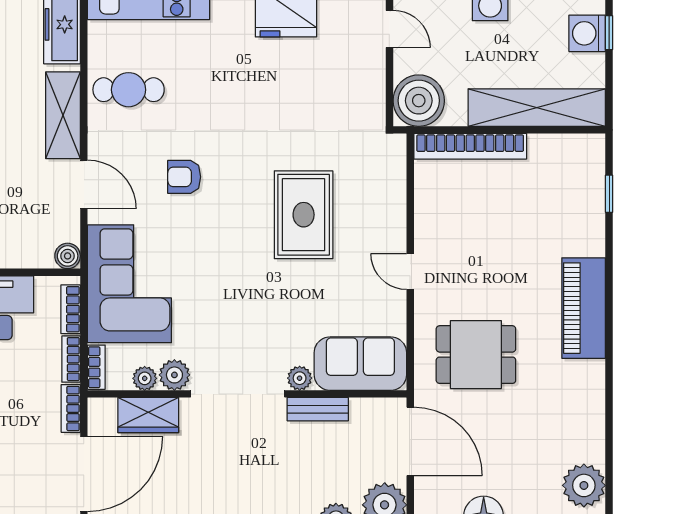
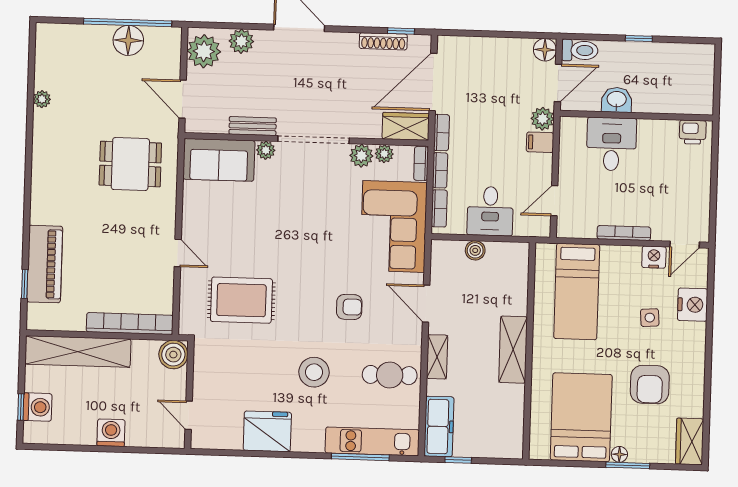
stool: (227, 90) -> (314, 372), added
boiler: (419, 101) -> (173, 355), width x0.73, depth x0.73
shelving: (63, 115) -> (437, 357), width x0.67, depth x0.75
rug: (304, 215) -> (241, 300), moved, turned 90
boiler: (68, 256) -> (475, 250), moved
door: (410, 272) -> (178, 253), moved
piano: (584, 308) -> (45, 264), moved
wardrobe: (148, 415) -> (406, 126), moved
door: (410, 441) -> (183, 99), width x0.73
plant: (584, 485) -> (42, 99), moved, width x0.53, depth x0.53

